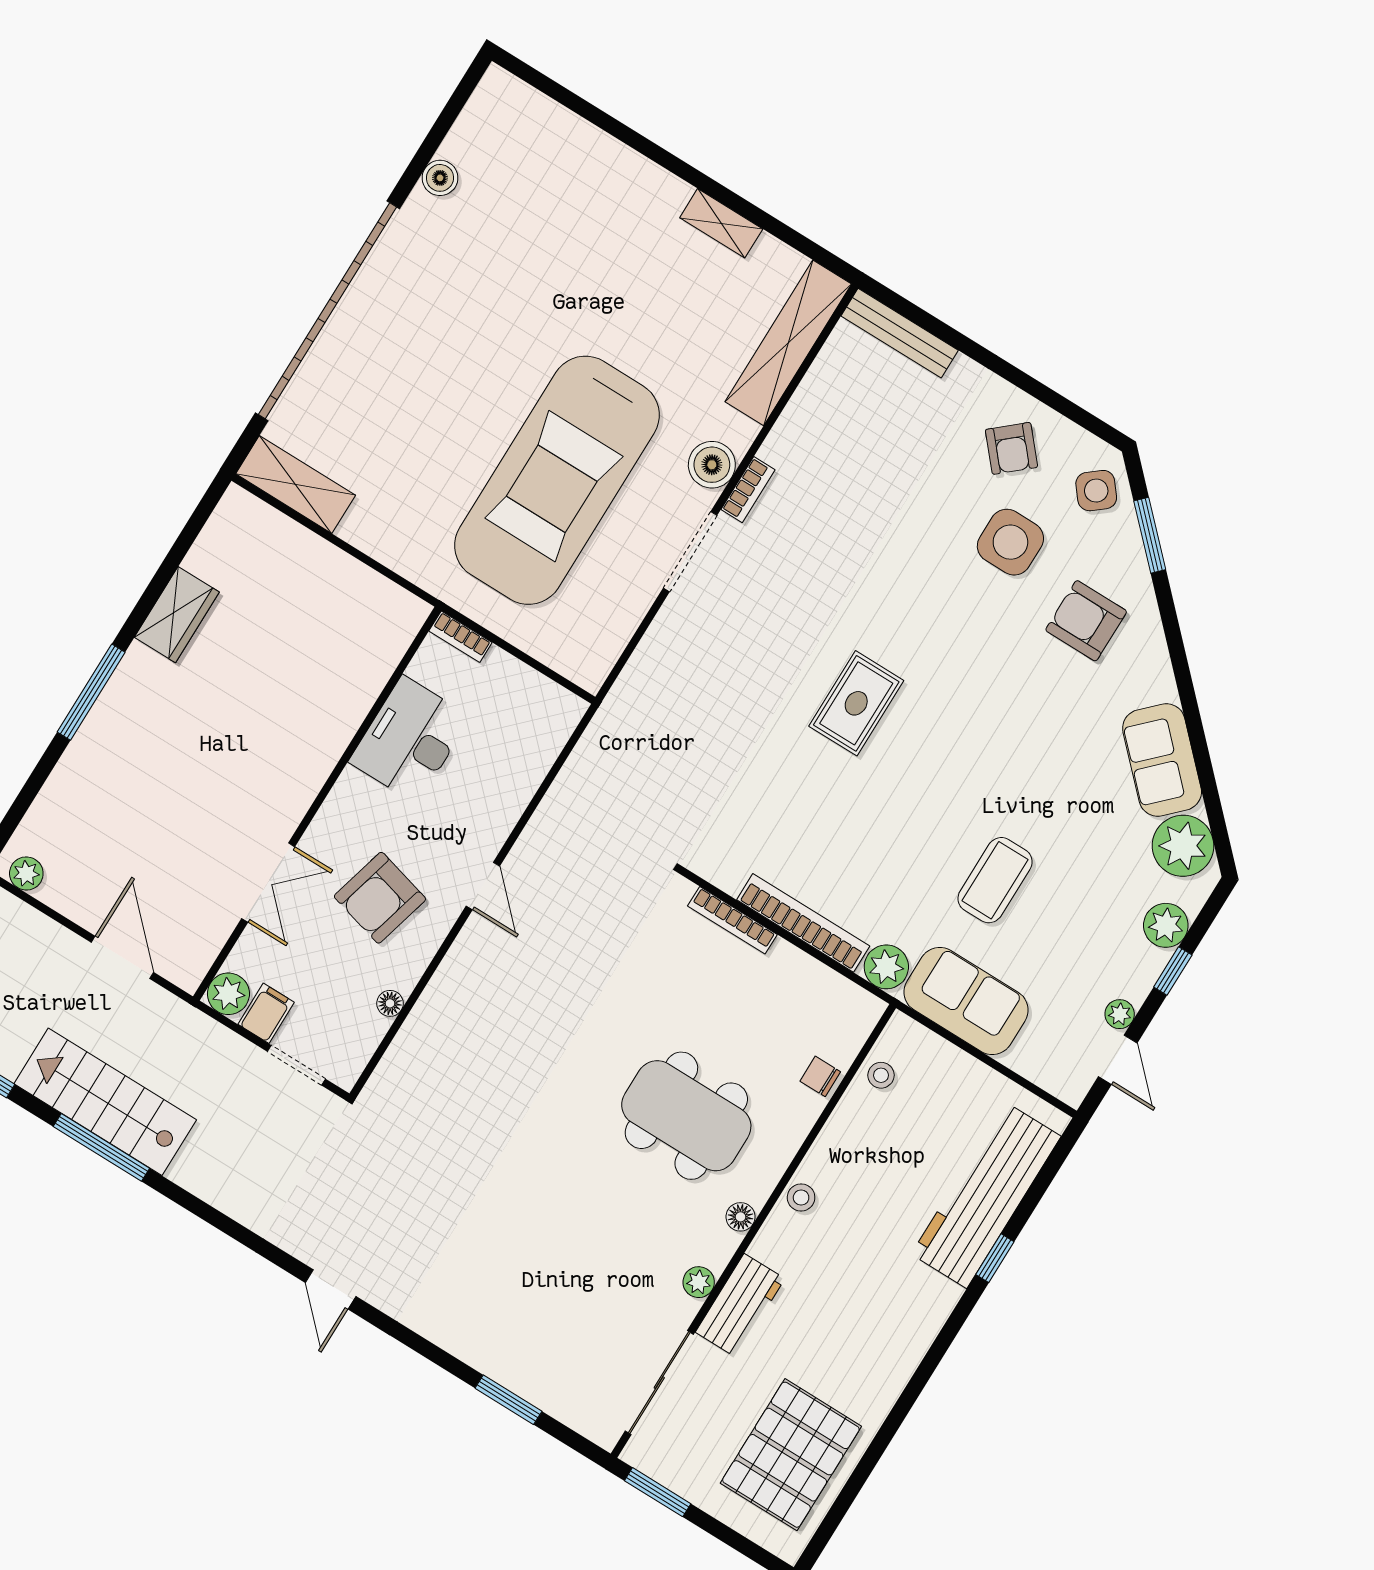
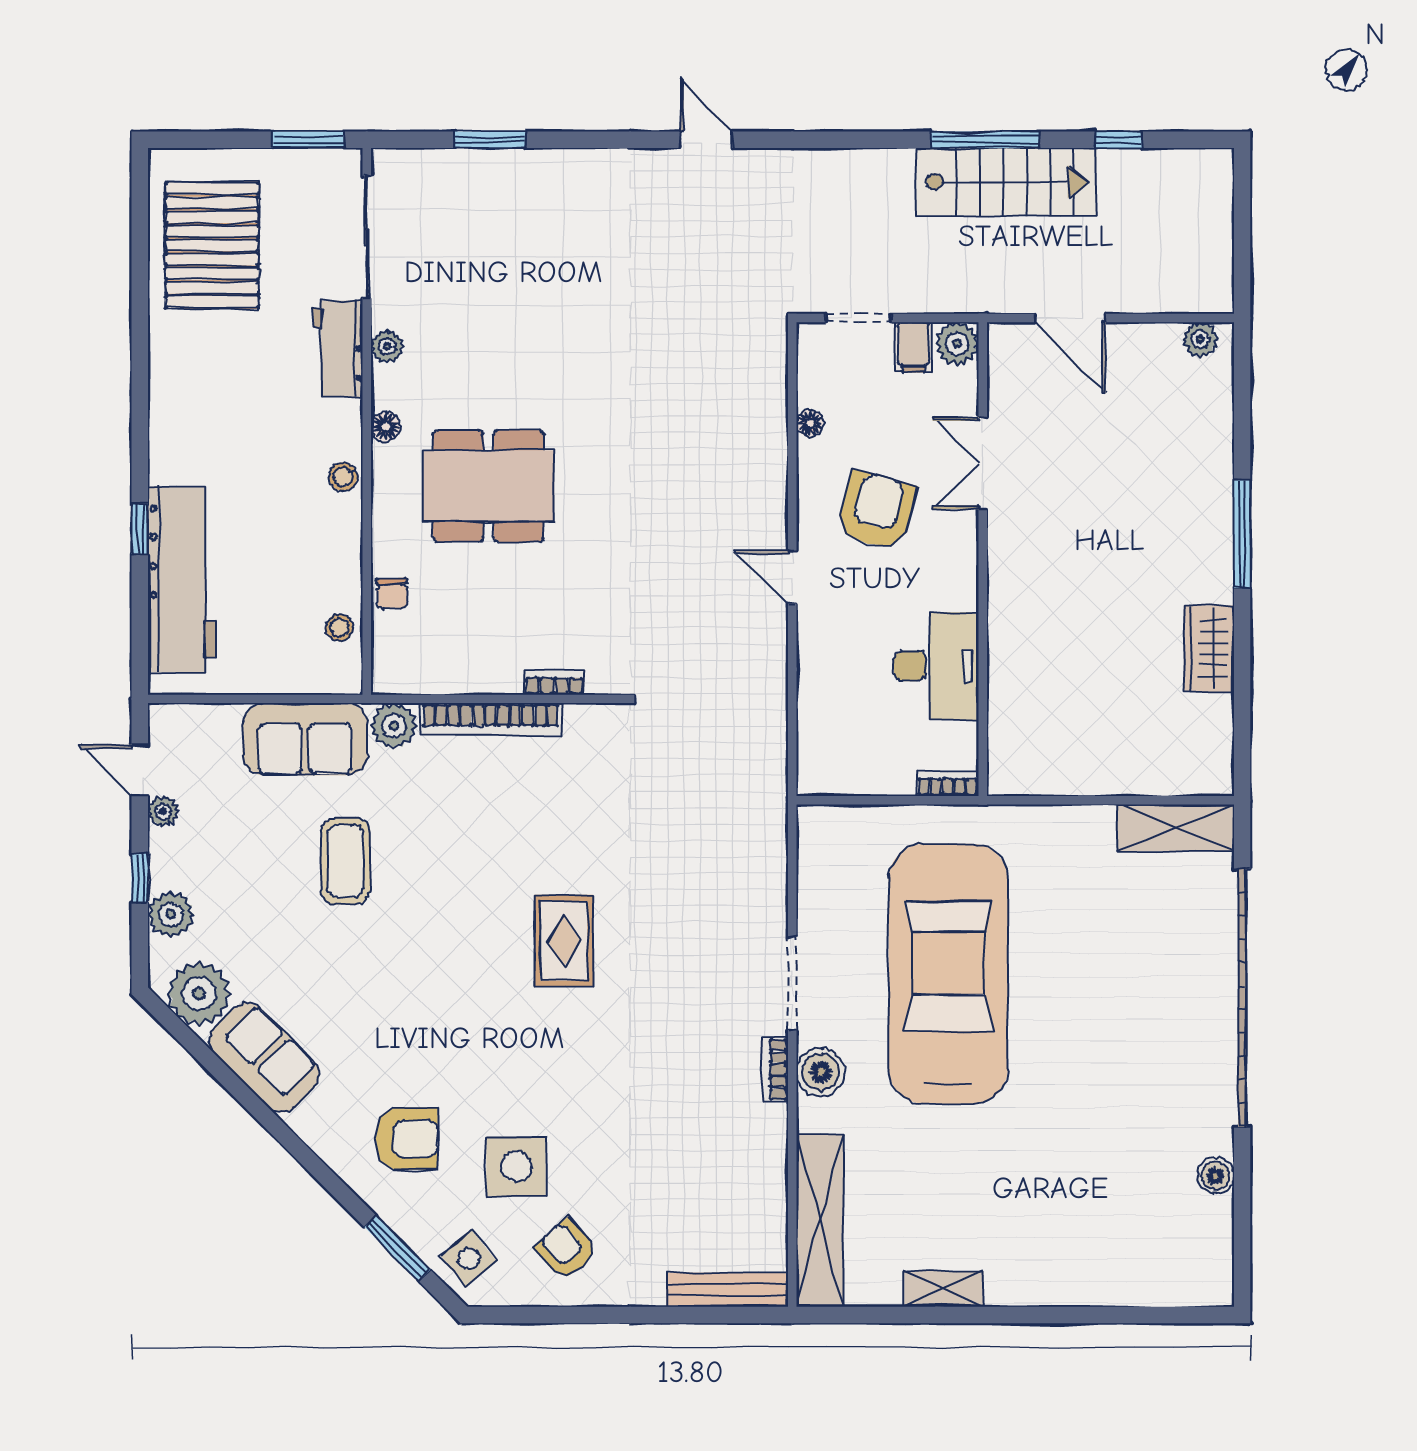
bookcase: (732, 920) -> (554, 683), width x0.64
chair: (820, 1076) -> (392, 593), turned 88

